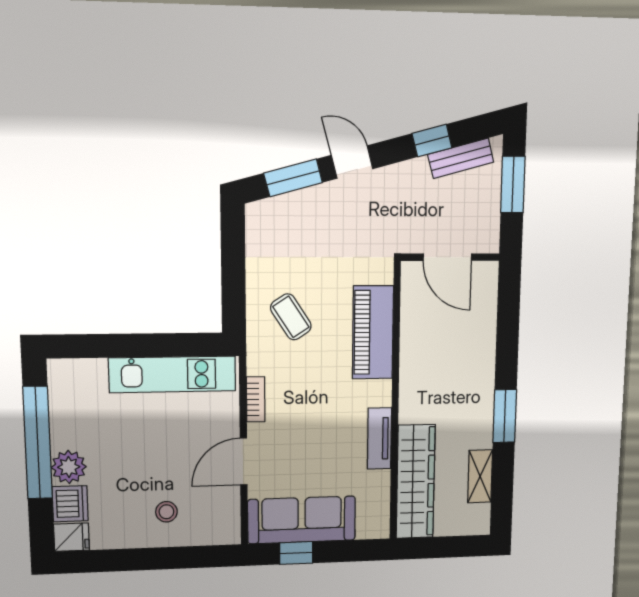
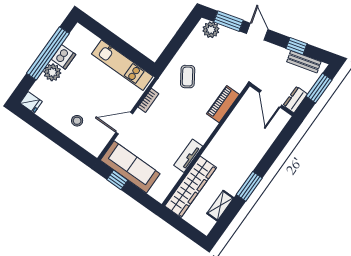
plant: (275, 213) -> (211, 30), added
dresser: (487, 230) -> (295, 100), added
piano: (373, 332) -> (223, 104), width x0.73, depth x0.75
dishwasher: (70, 504) -> (63, 57), moved

